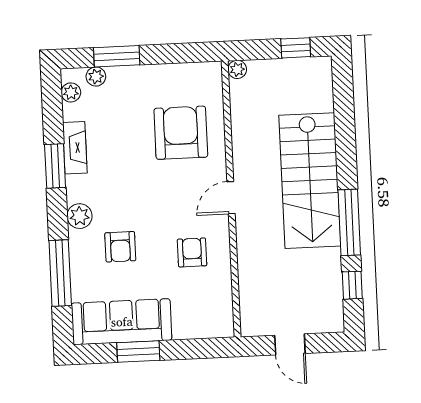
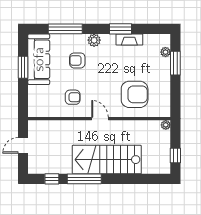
plant: (71, 92) -> (158, 39), removed

